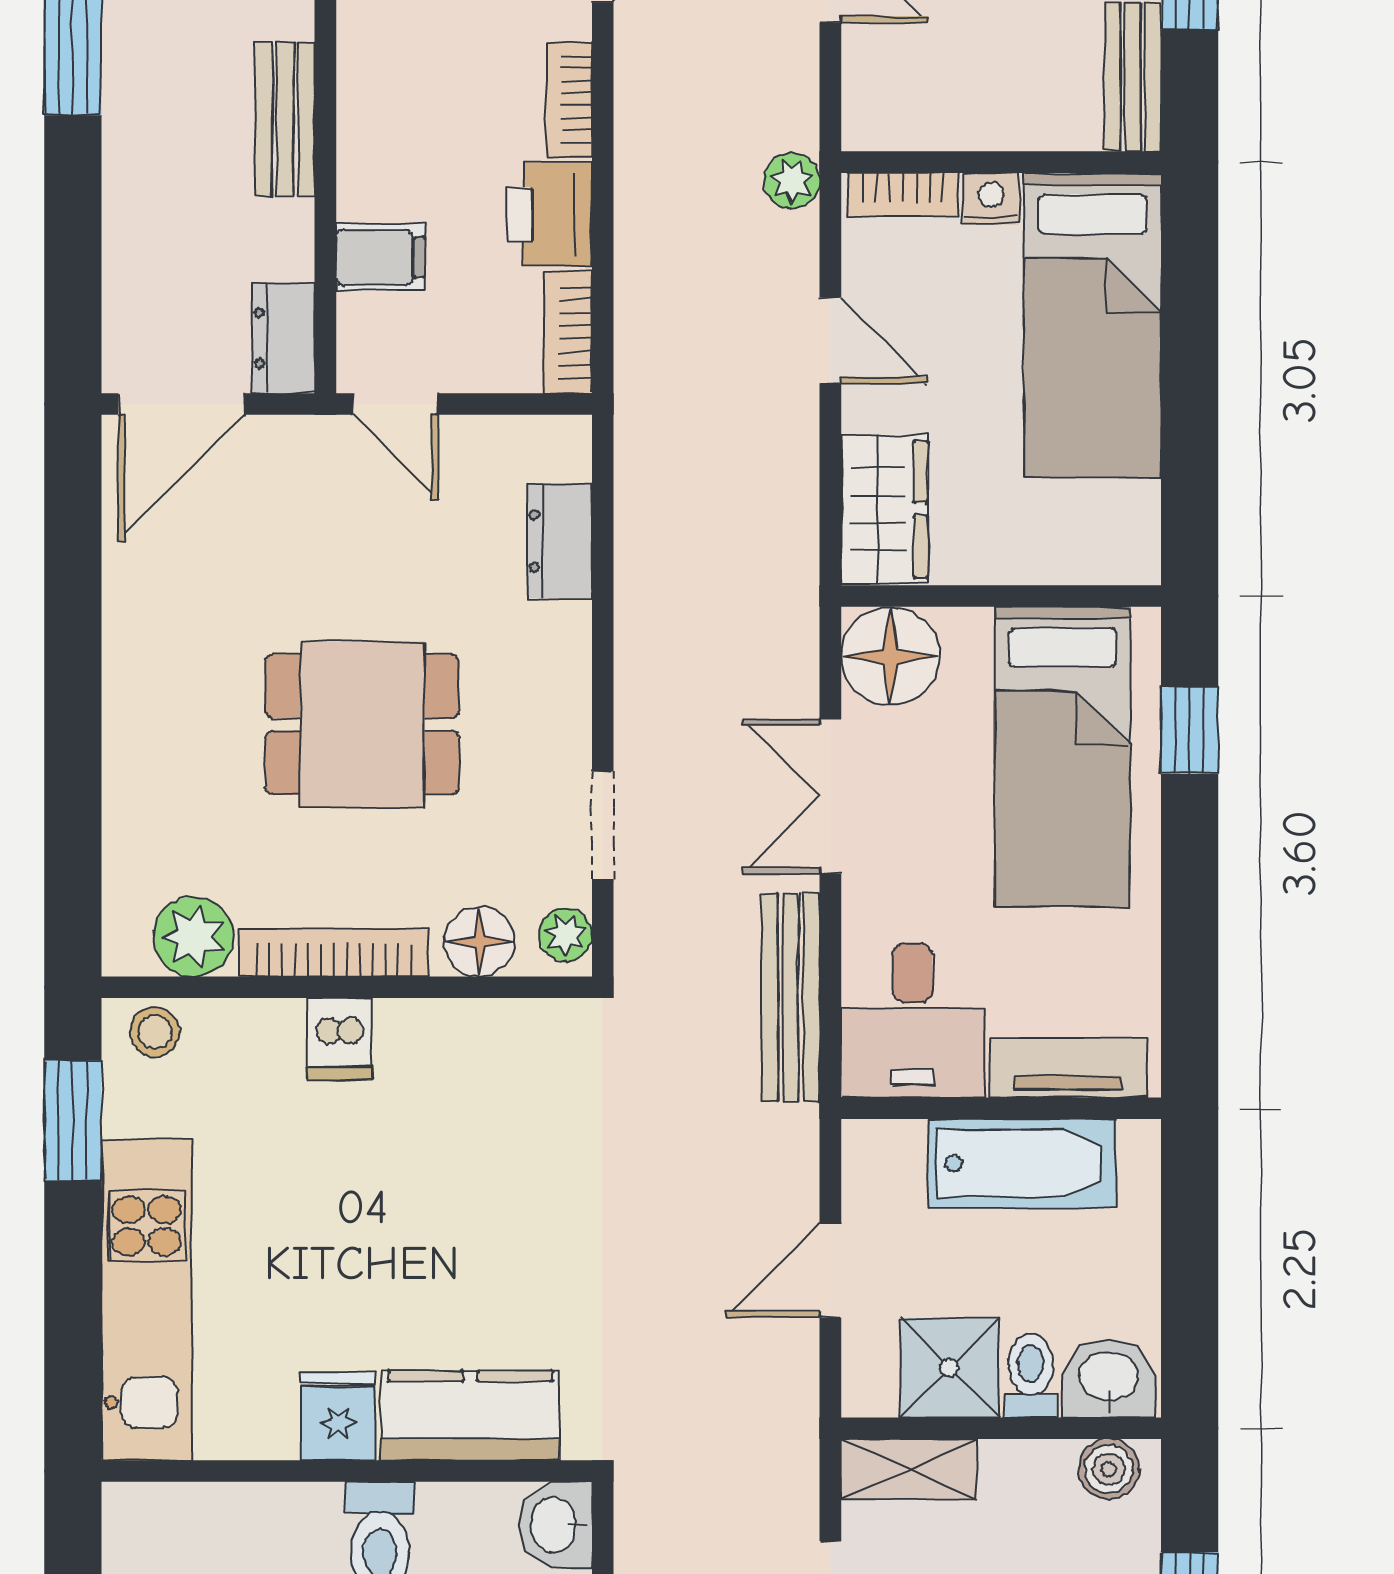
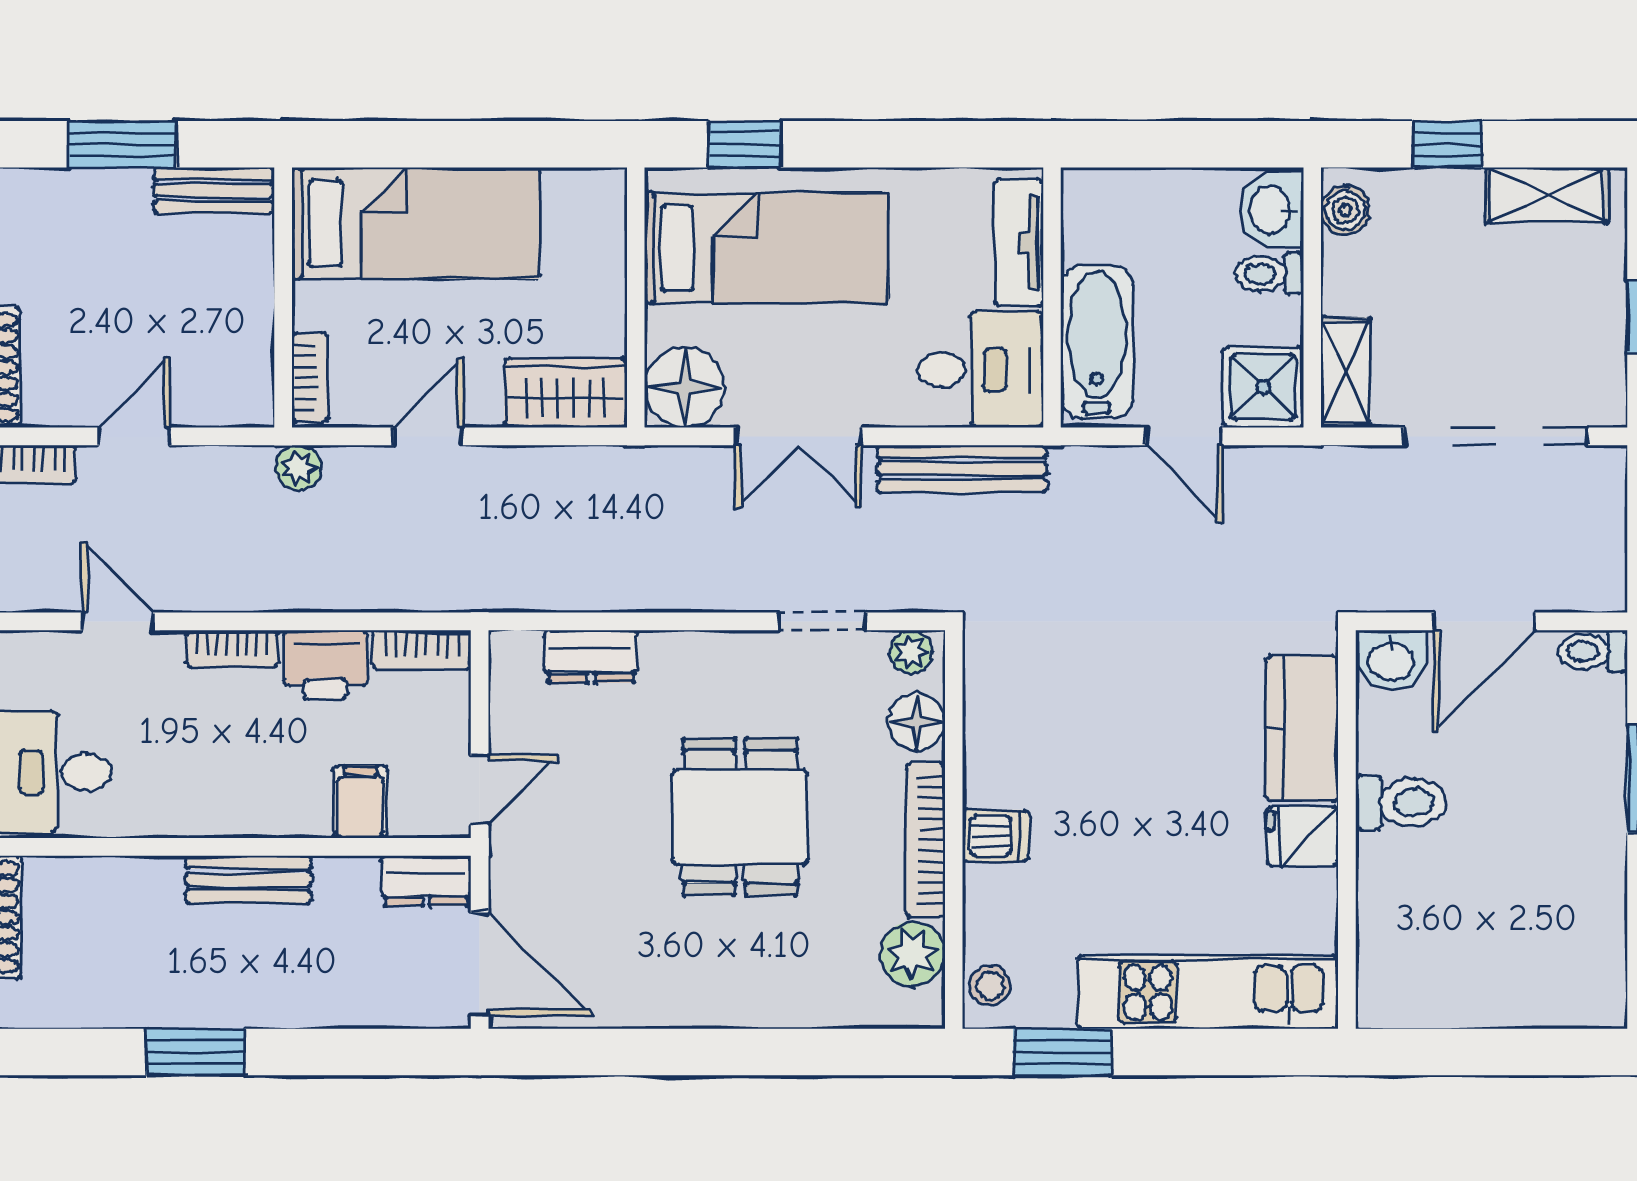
nightstand: (991, 199) -> (313, 306), removed
bathtub: (1022, 1163) -> (1097, 342), moved
shower: (949, 1368) -> (1263, 387), moved

